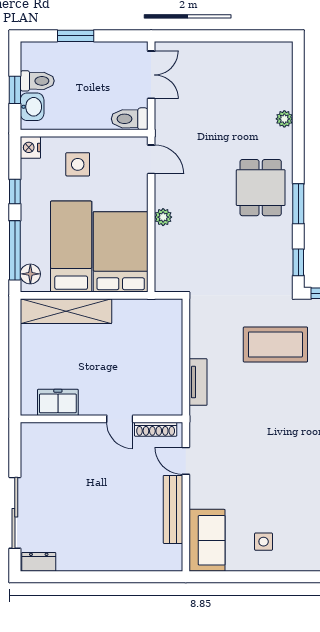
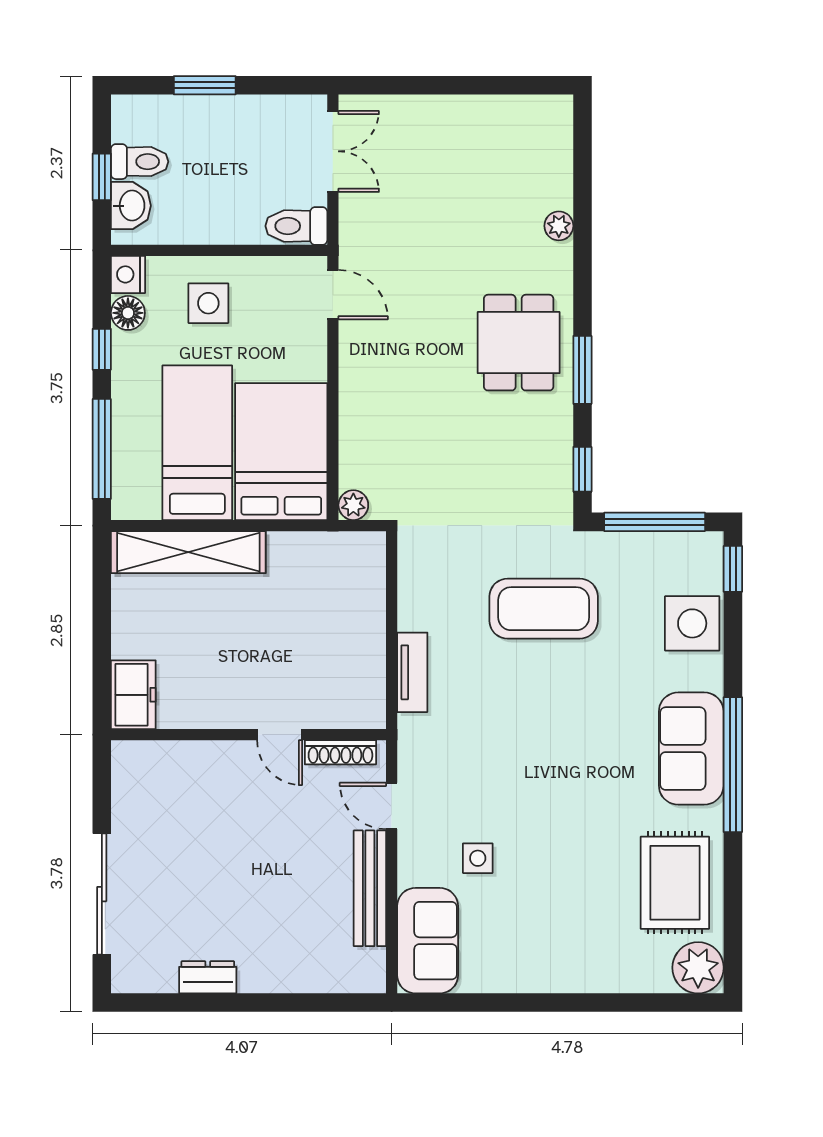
plant: (163, 217) -> (353, 505), moved
floor lamp: (30, 274) -> (128, 313), moved
freezer: (58, 402) -> (133, 695), moved, turned 90
side table: (264, 542) -> (478, 858), moved
dresser: (39, 562) -> (208, 977), moved

